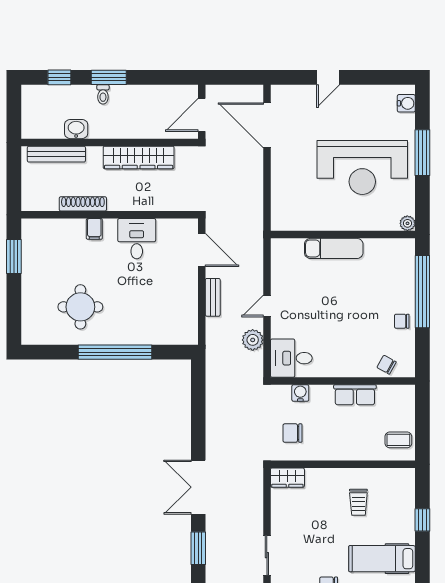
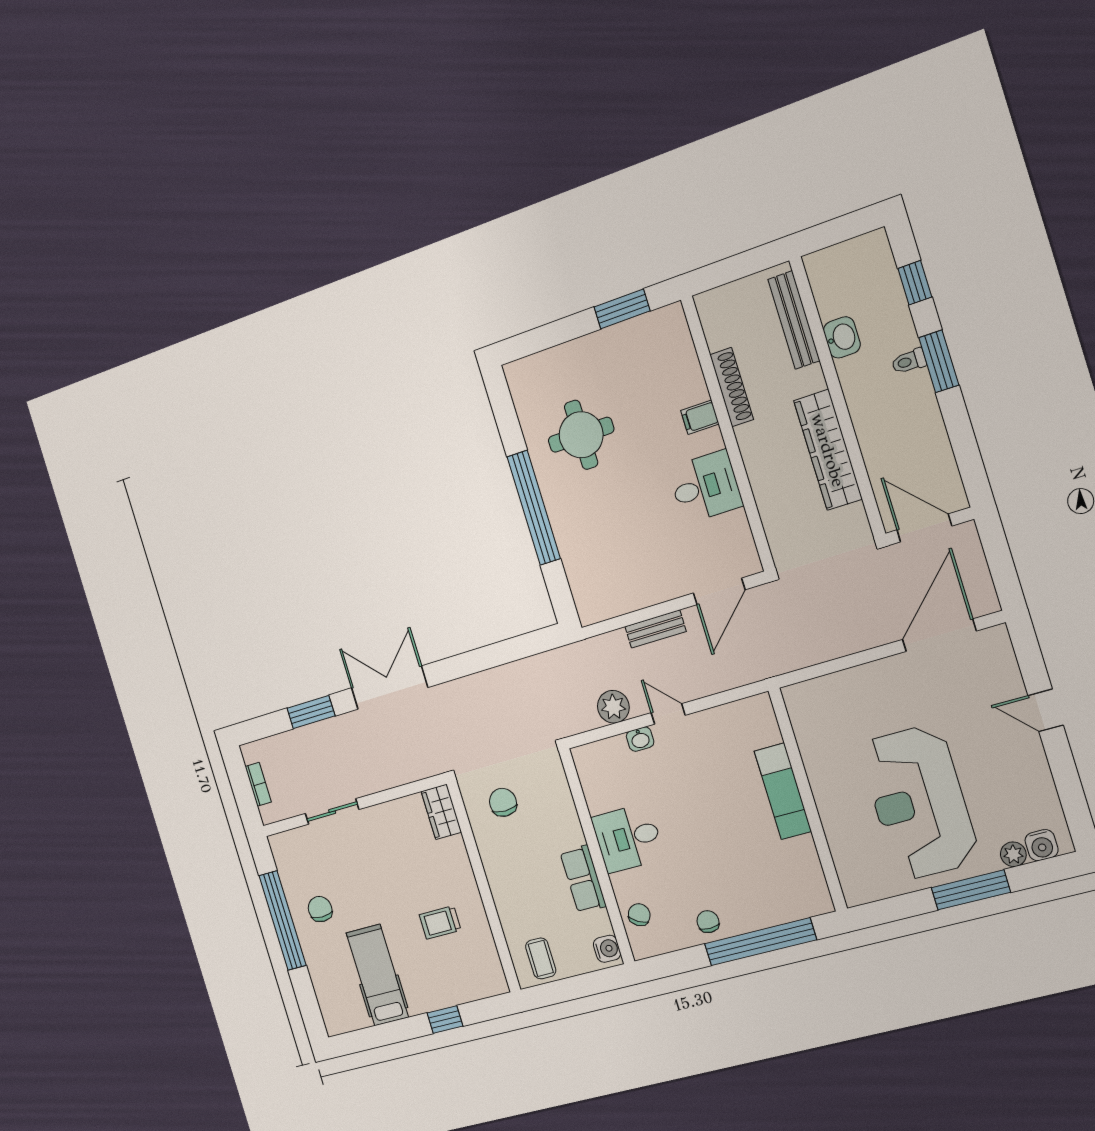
plant: (407, 223) -> (1013, 854), moved
washbasin: (277, 329) -> (640, 739), added
desk: (291, 358) -> (628, 838), moved, turned -90
water cooler: (300, 393) -> (607, 949), moved

